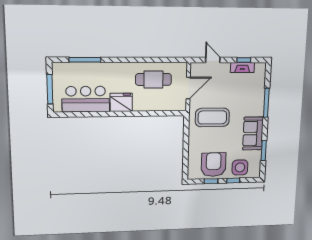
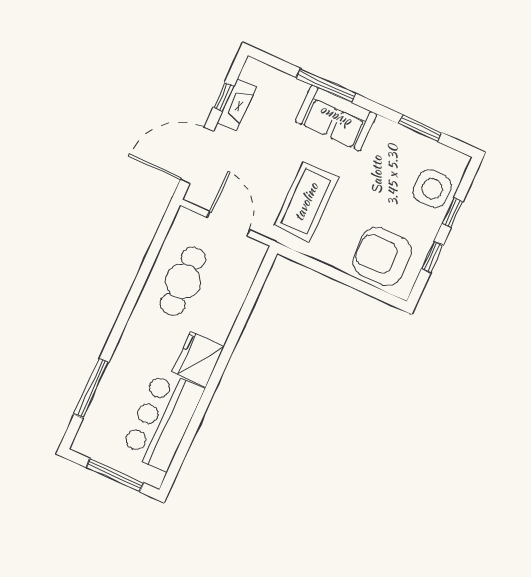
door: (213, 60) -> (197, 155), width x1.88
sofa: (253, 134) -> (336, 118), moved
armchair: (214, 165) -> (382, 256), moved

